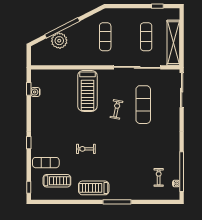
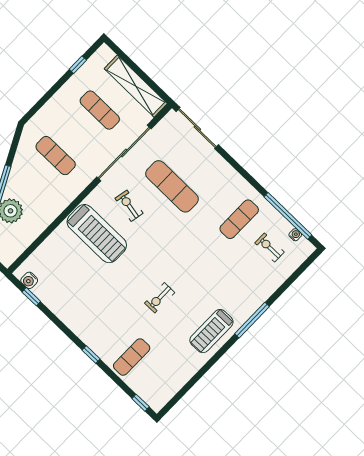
water cooler: (35, 92) -> (29, 280), moved
exercise bike: (116, 109) -> (129, 206), moved
exercise mat: (158, 150) -> (239, 219), added
treadmill: (57, 181) -> (164, 364), removed

